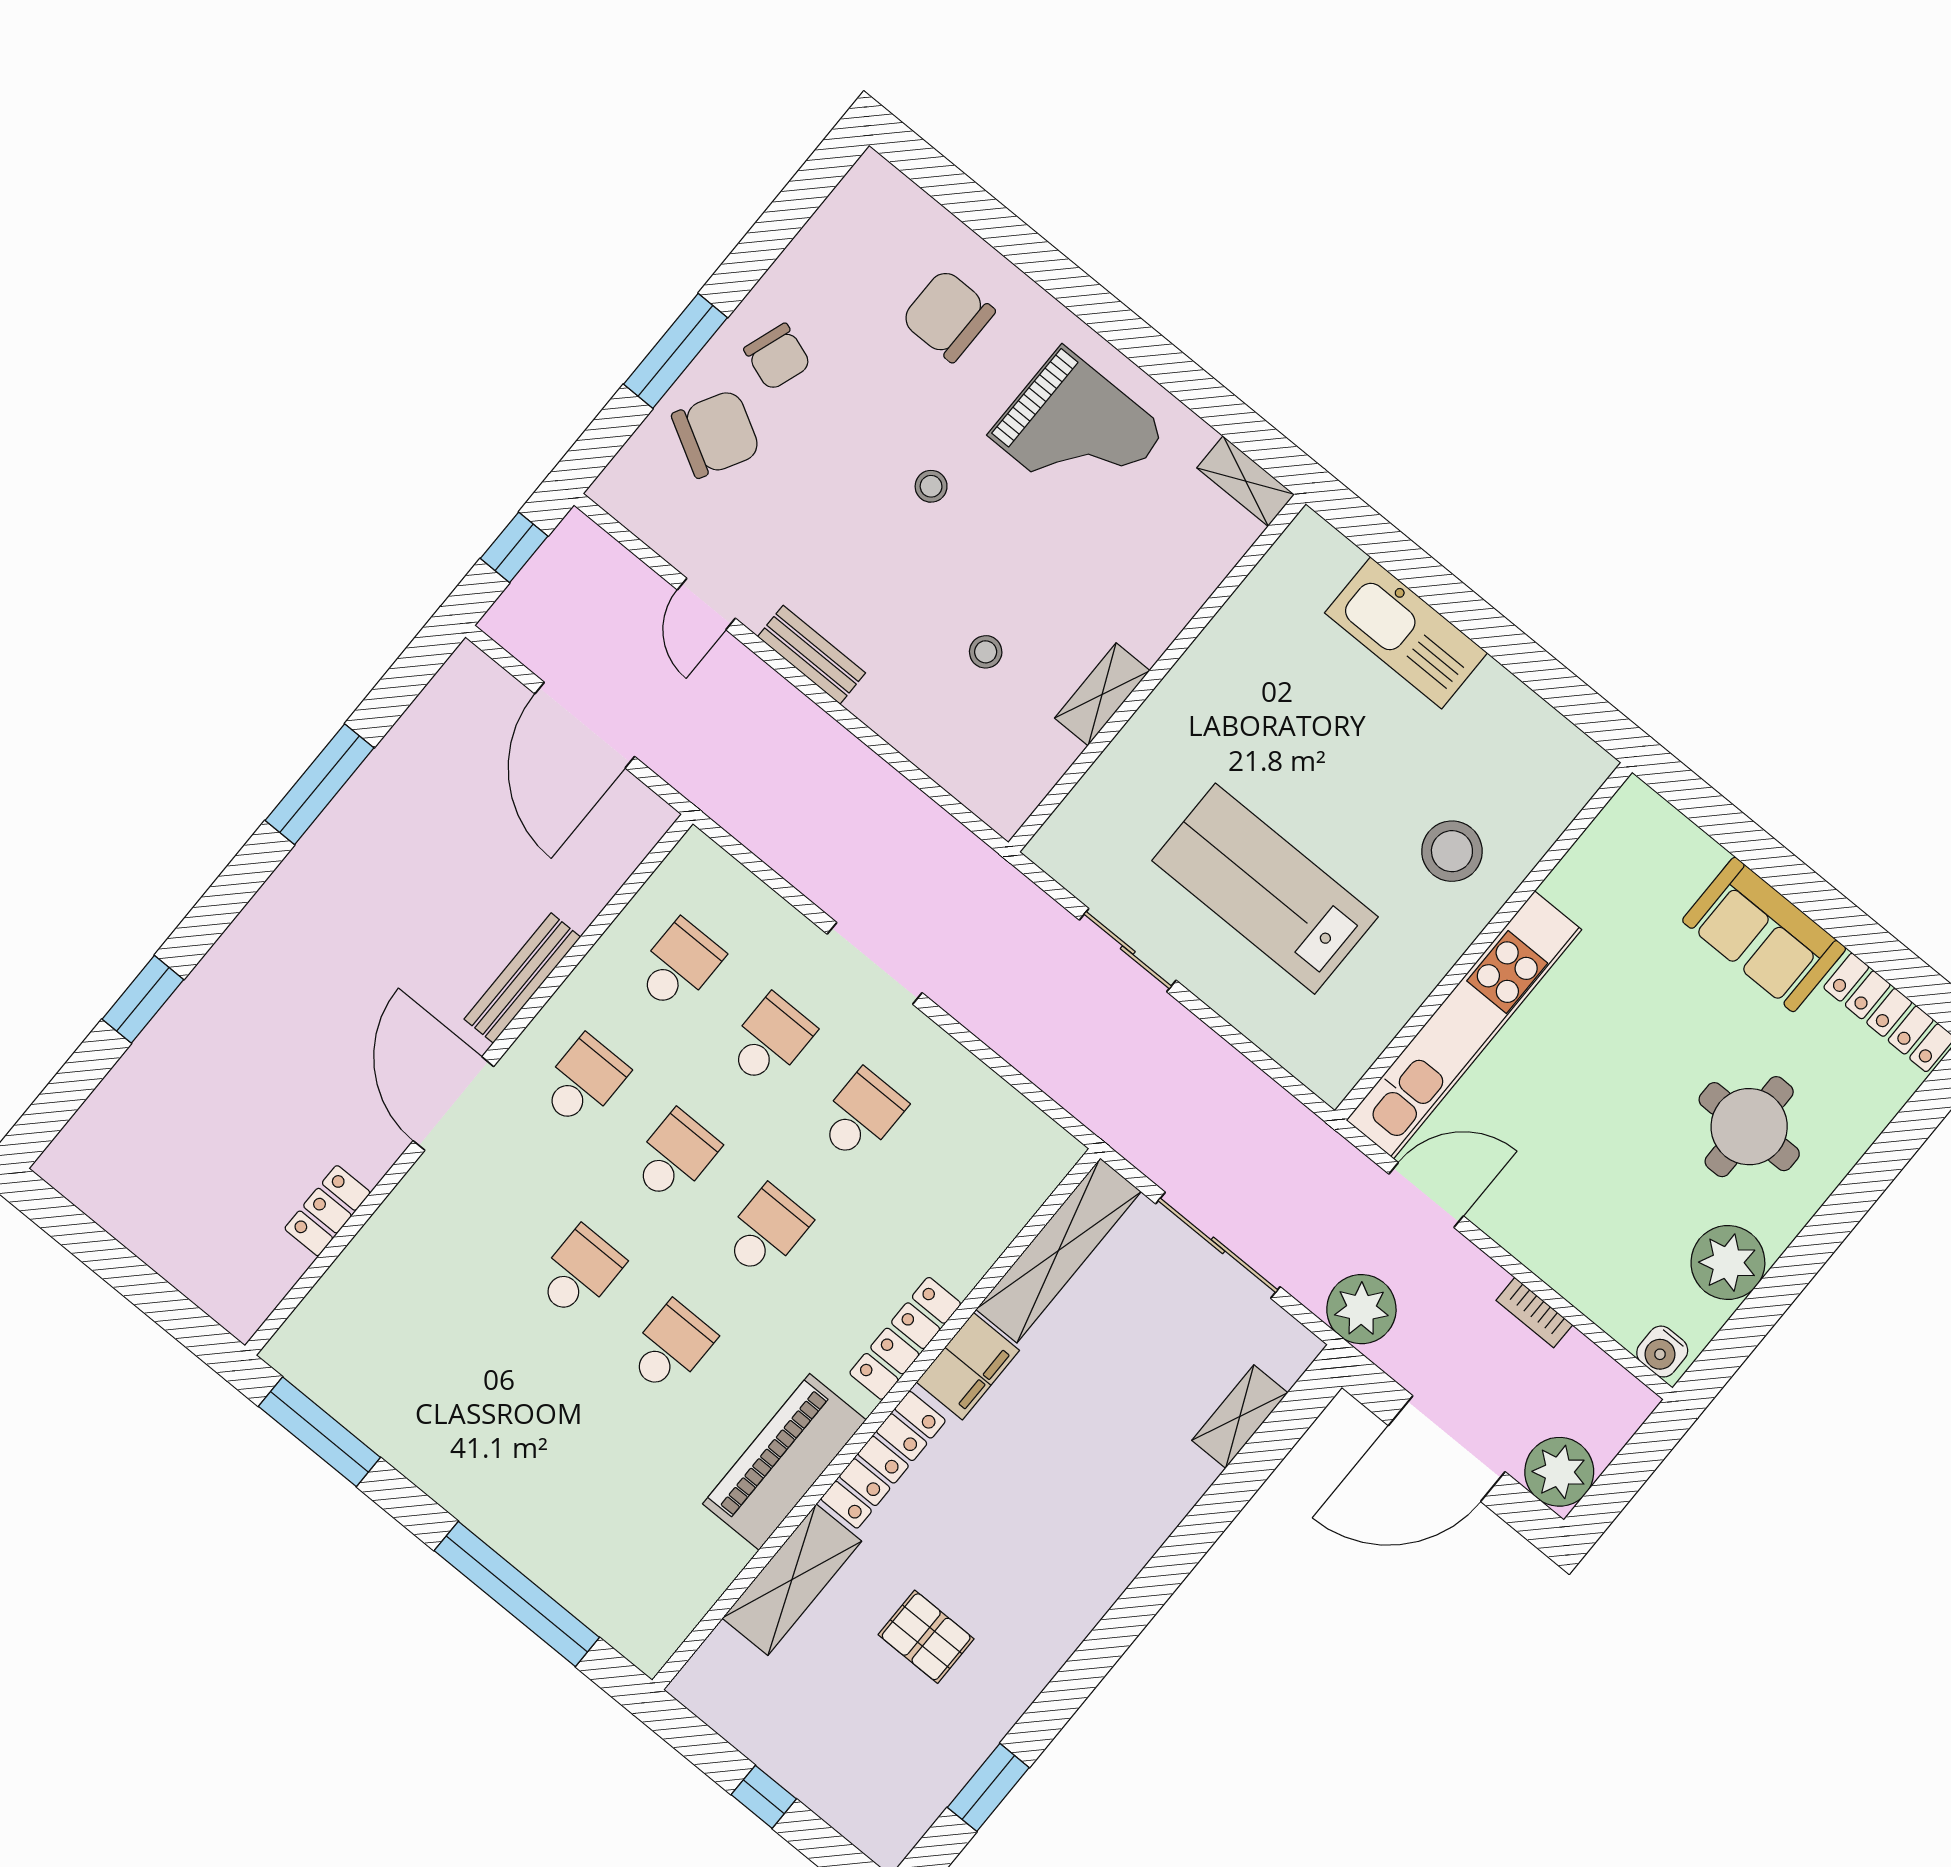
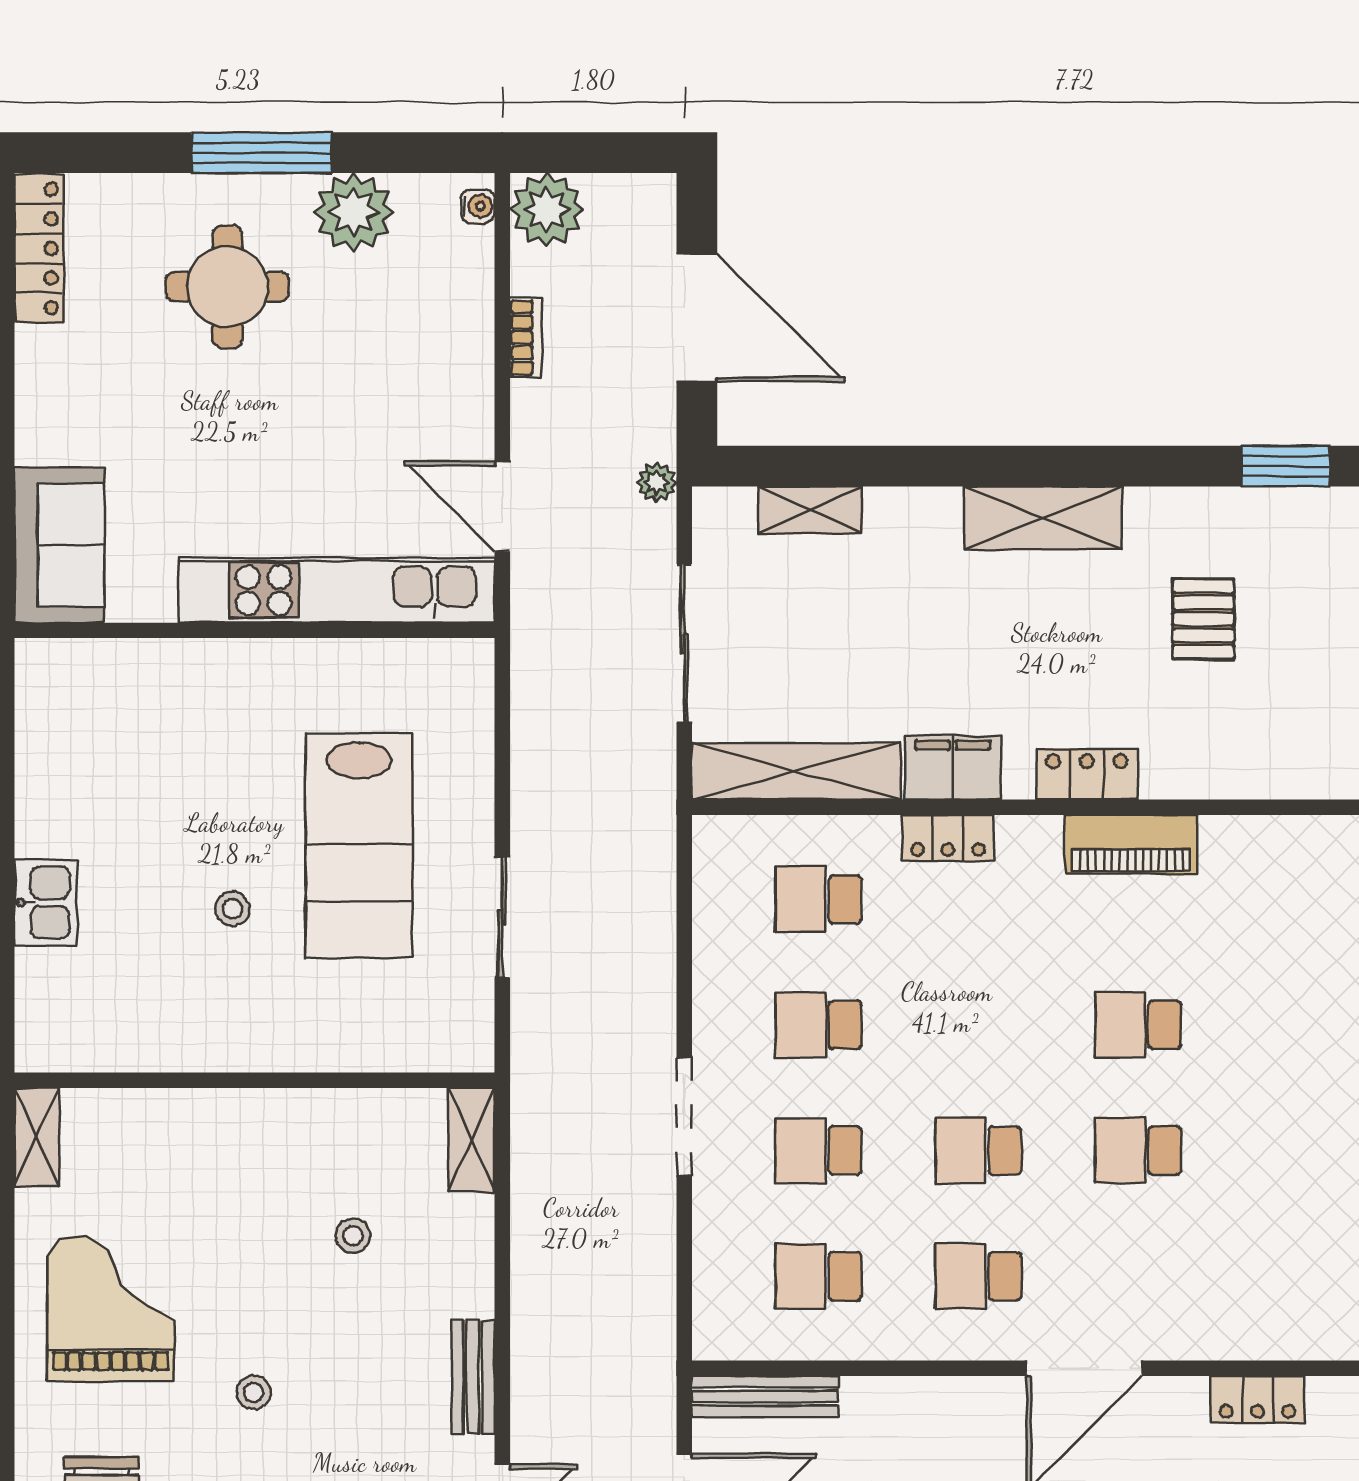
kitchen sink: (1406, 633) -> (46, 903), width x0.53, depth x0.81
shelving: (1102, 694) -> (471, 1140), moved, turned 90
stool: (1452, 851) -> (232, 909), moved, width x0.53, depth x0.53
sofa: (1764, 934) -> (59, 545), moved
bench: (522, 978) -> (765, 1396), moved
school desk: (766, 1231) -> (818, 899), moved
window: (1826, 1231) -> (262, 153), added
plant: (1361, 1309) -> (657, 482), width x0.53, depth x0.53
locker: (905, 1338) -> (948, 838), width x0.66
water cooler: (1662, 1352) -> (478, 206), width x0.72, depth x0.72
locker: (883, 1460) -> (1087, 774), width x0.66
piano: (784, 1462) -> (1131, 844), width x0.73, depth x0.75
plant: (1559, 1472) -> (546, 210), moved
shelving: (792, 1580) -> (1043, 518), moved

